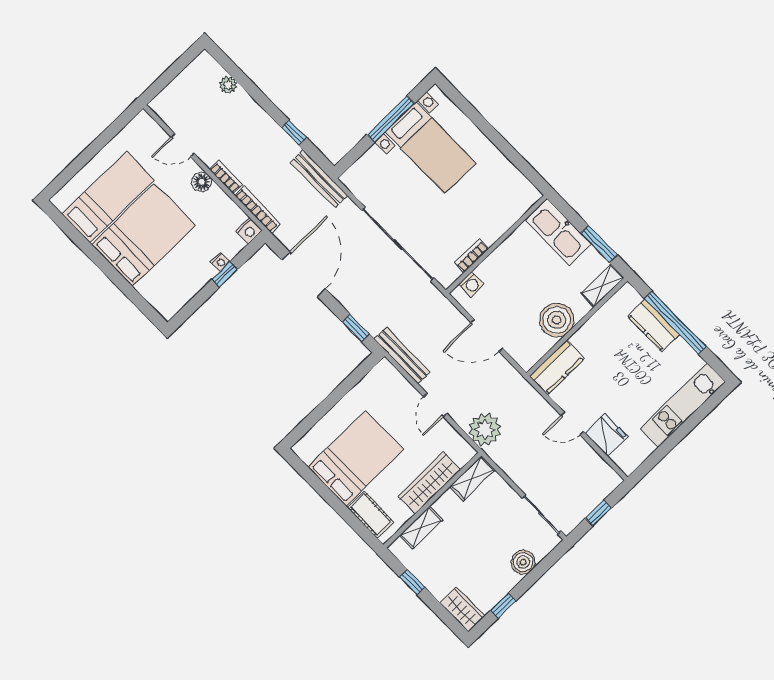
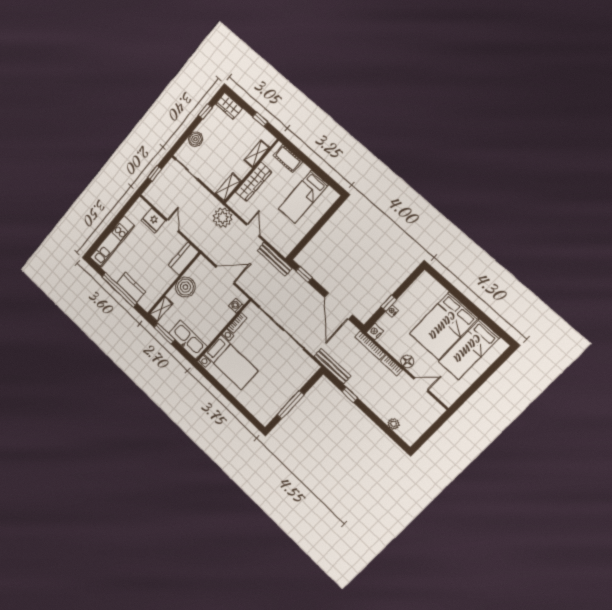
bed with nightstands: (430, 148) -> (231, 362), moved, turned 180
door: (572, 423) -> (173, 226), hinge flipped
bed: (356, 458) -> (303, 197), width x0.67

